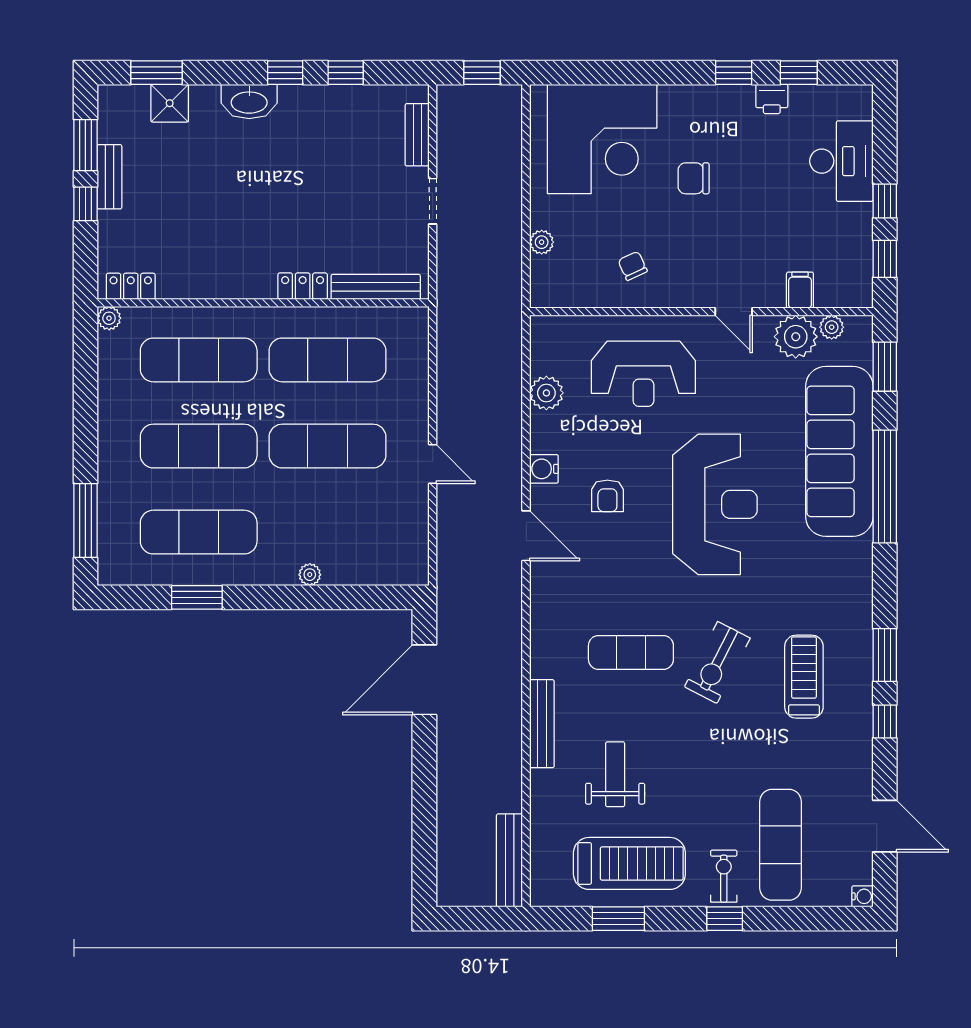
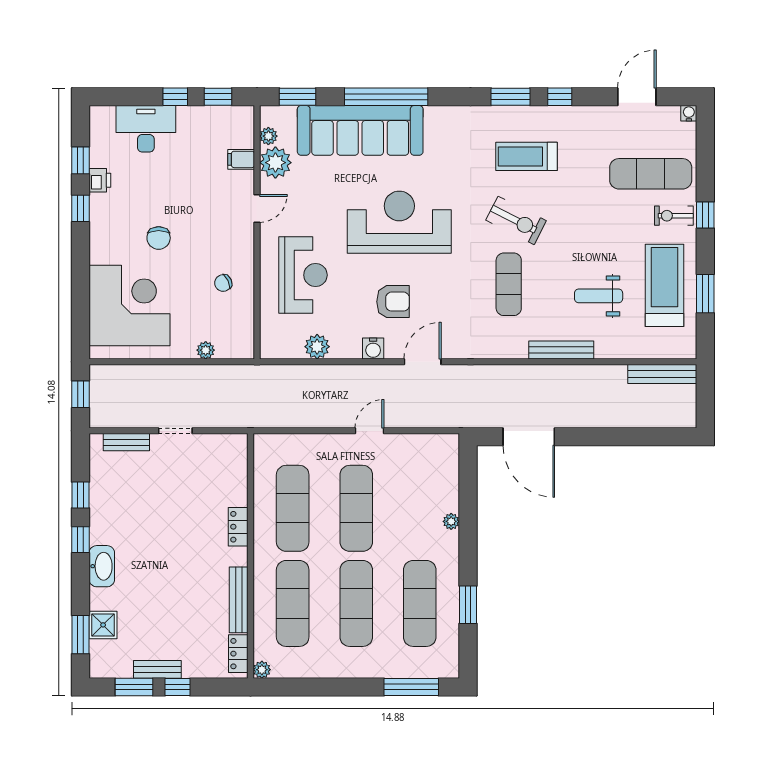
bench: (376, 287) -> (239, 600), moved
armchair: (607, 496) -> (393, 302), width x1.38, depth x1.38

